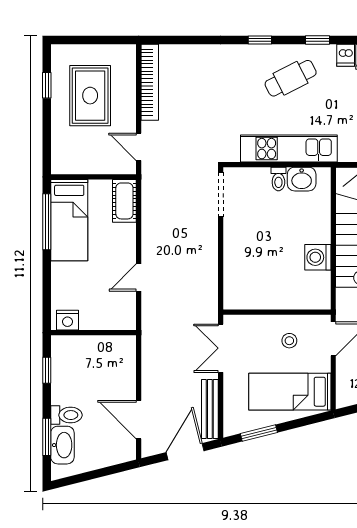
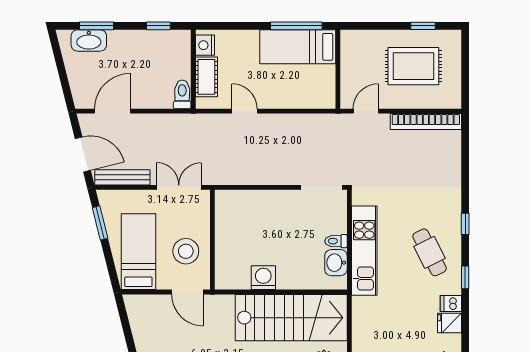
cot: (124, 201) -> (206, 77), moved, turned 90
stool: (289, 341) -> (186, 251), width x1.89, depth x1.89
toilet: (66, 415) -> (182, 94), moved, turned 180

